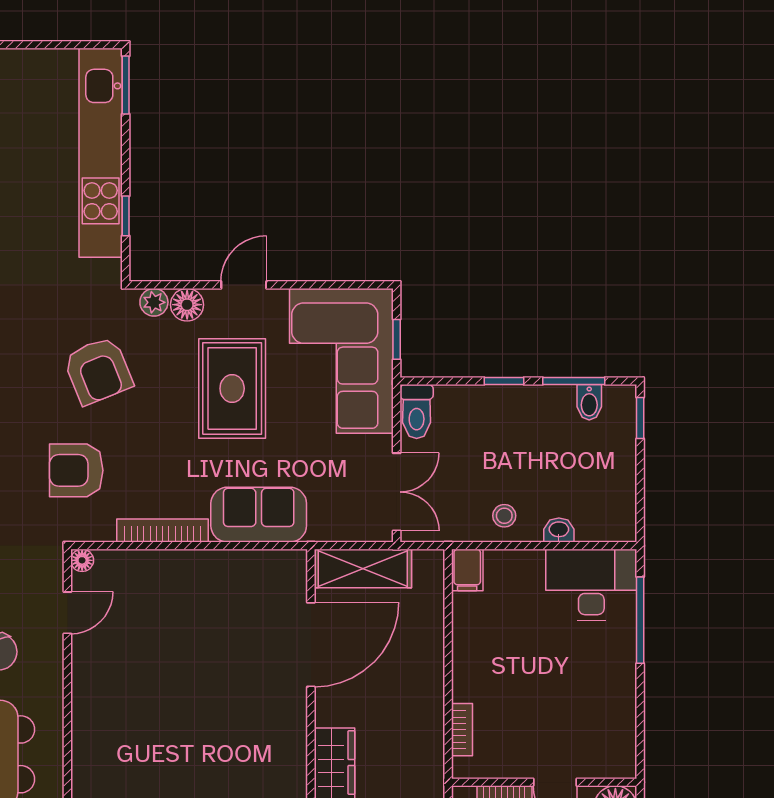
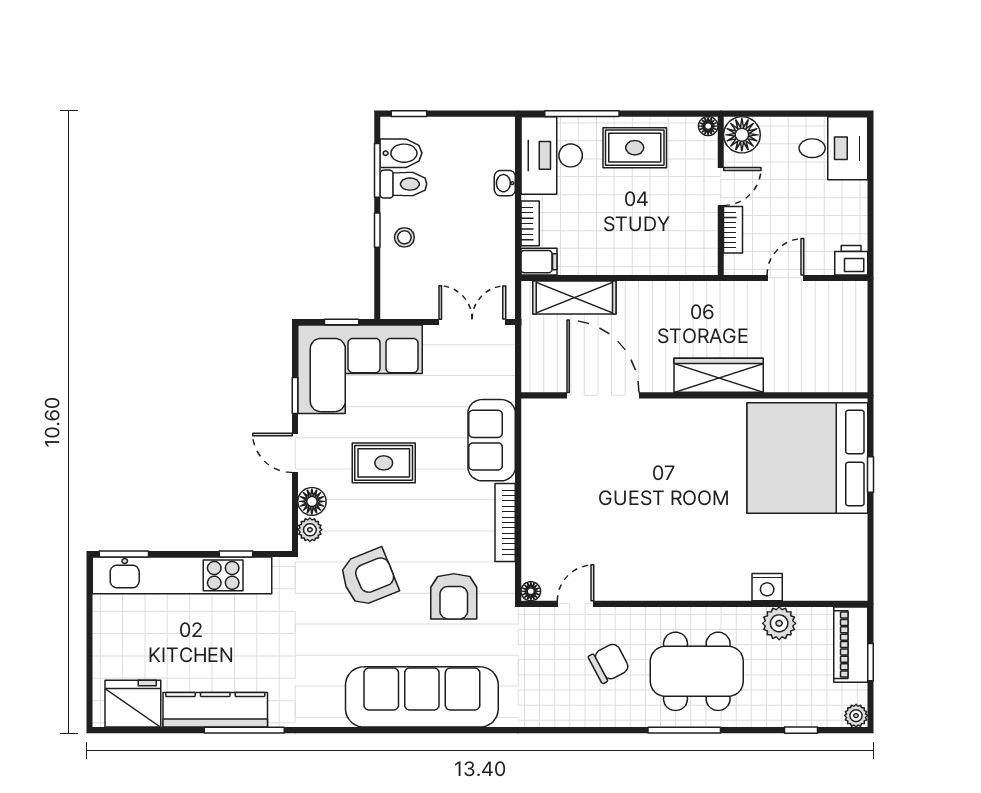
window: (311, 285) -> (295, 395), added
rug: (232, 389) -> (384, 463), width x0.73, depth x0.70
bidet: (589, 402) -> (401, 153), width x1.38, depth x1.36
toilet: (417, 412) -> (403, 184), moved
stool: (504, 516) -> (404, 237), moved
shelving: (363, 568) -> (574, 298), moved, turned 90
door: (67, 613) -> (576, 604), hinge flipped
rug: (600, 682) -> (635, 148), added
bookcase: (462, 730) -> (530, 223), moved, turned 90
floor lamp: (626, 768) -> (708, 126), added

